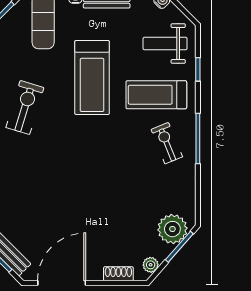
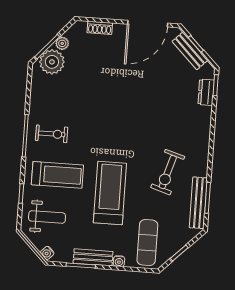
exercise bike: (167, 143) -> (52, 134), turned -68
plant: (151, 265) -> (62, 43), moved

